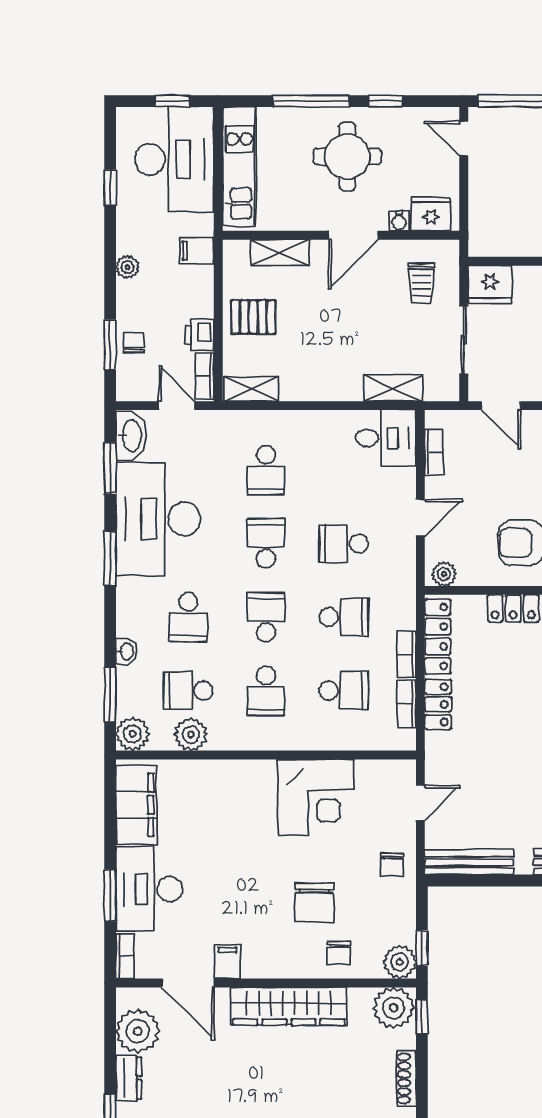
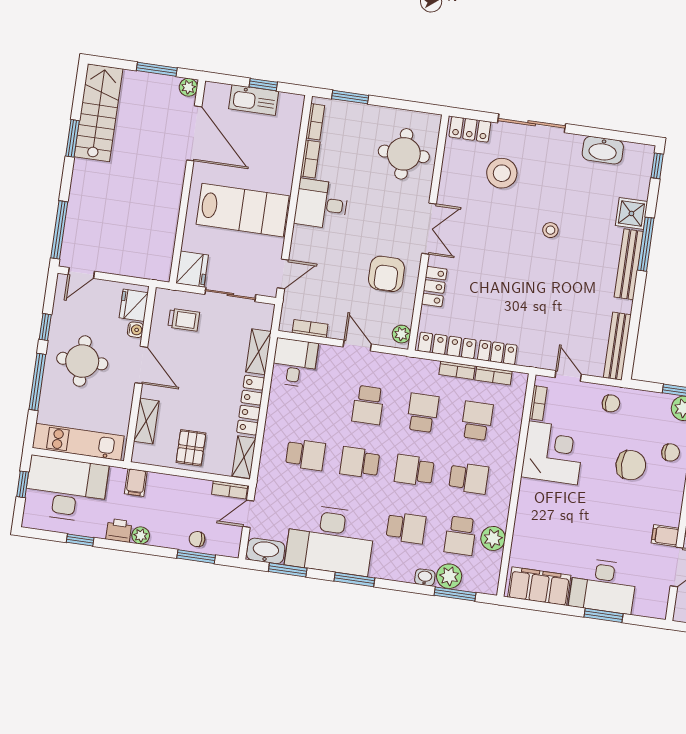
printer: (200, 335) -> (119, 530), moved, turned 180
locker: (321, 388) -> (251, 405), added
plant: (132, 734) -> (449, 576), moved
bookcase: (125, 956) -> (538, 403), moved, turned 90

